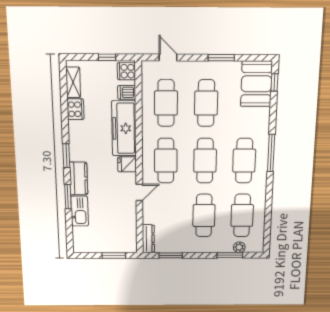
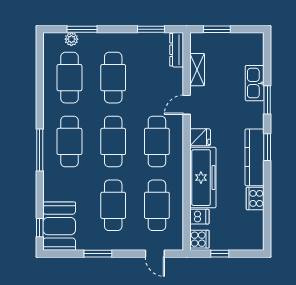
shelving: (73, 82) -> (197, 70), moved
kitchen counter: (79, 179) -> (255, 157), moved, width x1.50

